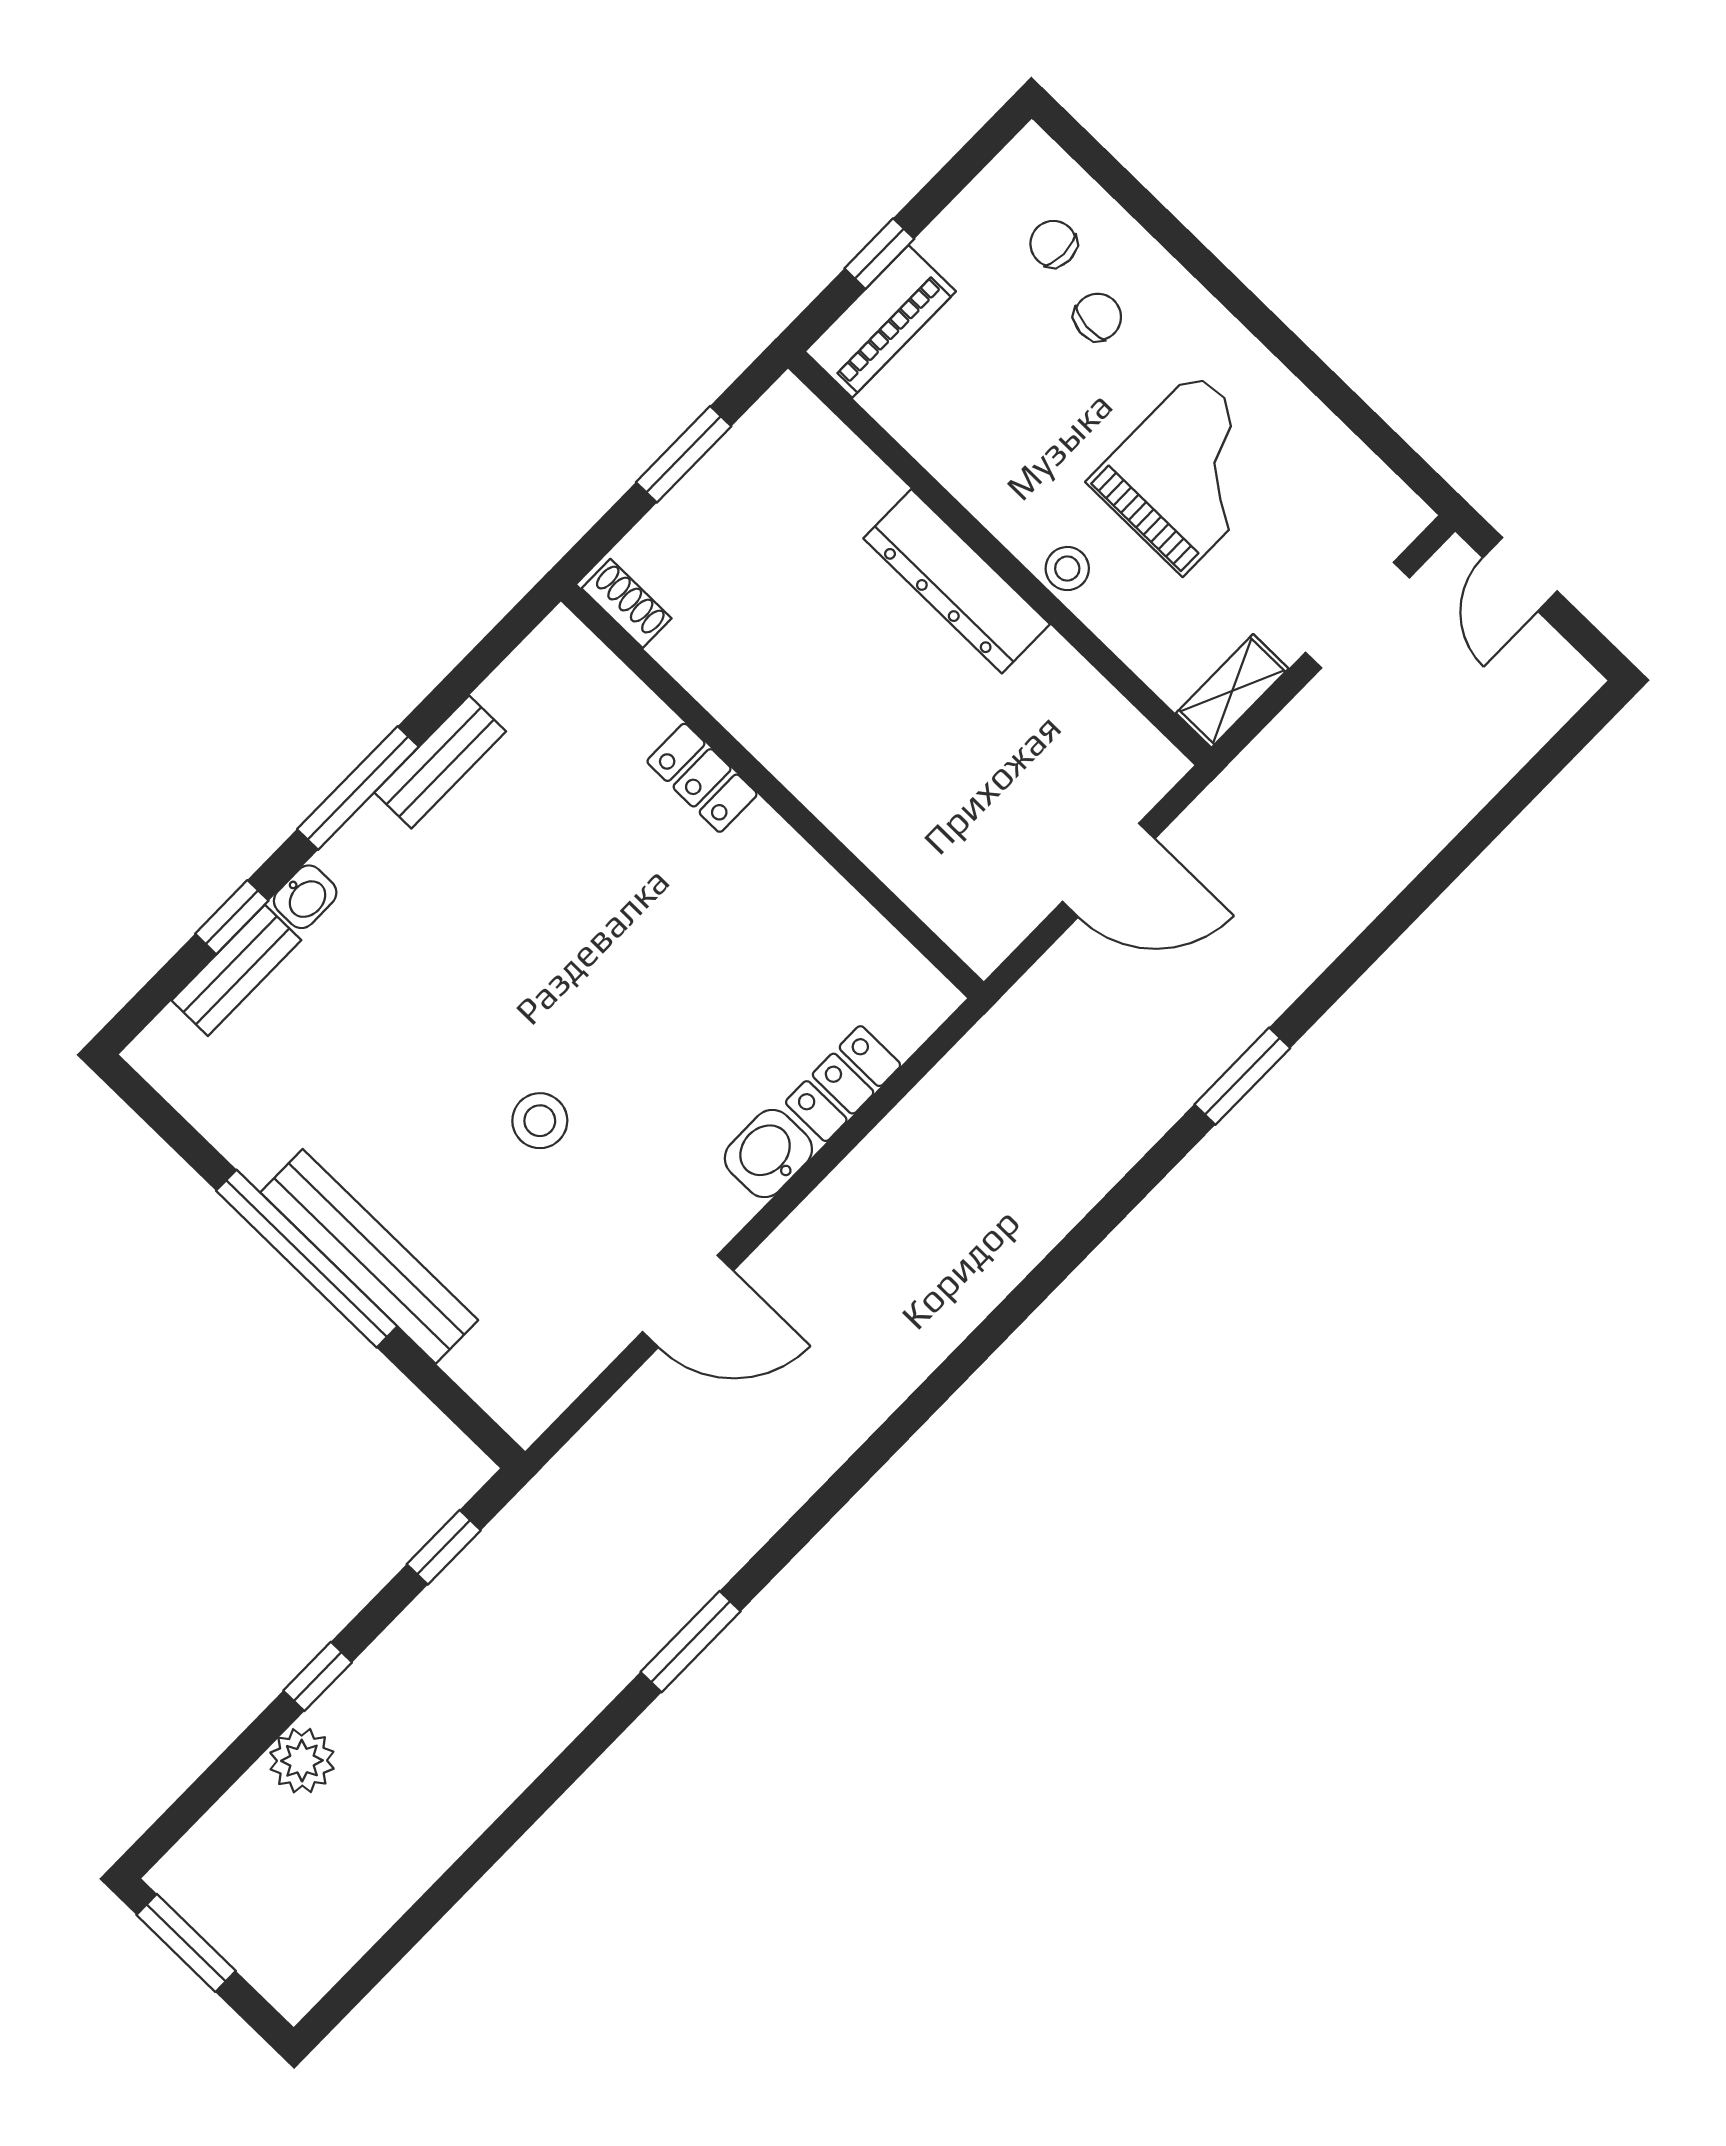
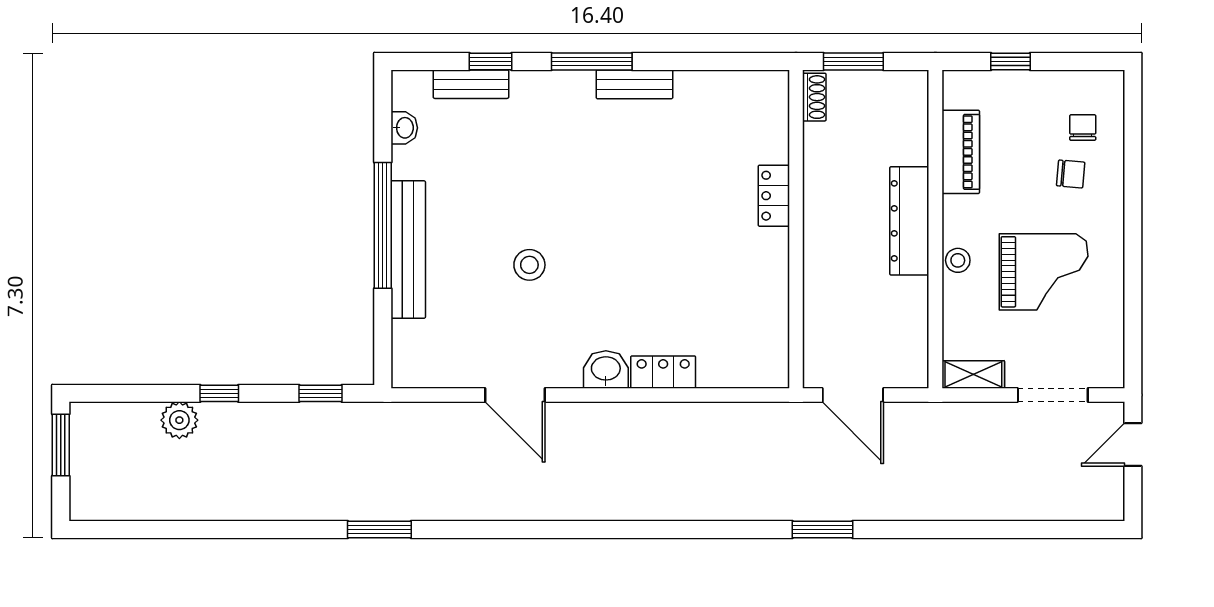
piano: (880, 321) -> (961, 152), moved, turned -90
shoe rack: (627, 603) -> (814, 97), moved
locker: (702, 778) -> (774, 196), moved
wall: (772, 791) -> (796, 229), moved
washbasin: (305, 897) -> (404, 128), moved, turned -90

